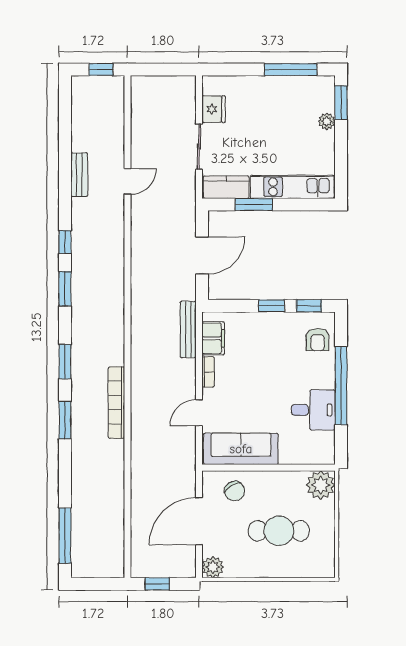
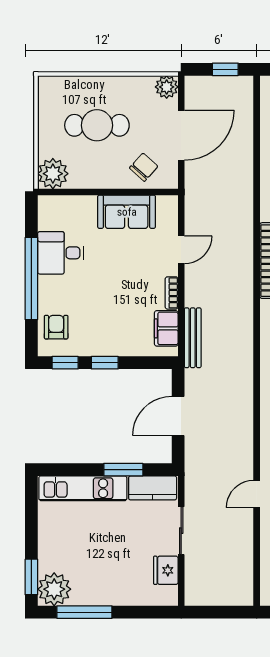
plant: (327, 121) -> (54, 589), moved, width x1.87, depth x1.87
sofa: (241, 449) -> (127, 212), width x0.73
chair: (235, 491) -> (144, 167), turned 74

